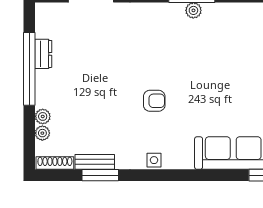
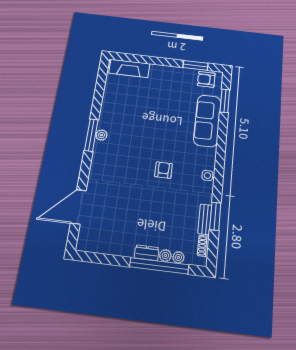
dresser: (43, 54) -> (147, 253), moved
window: (29, 69) -> (159, 266), moved
shoe rack: (55, 163) -> (203, 246), width x0.70

